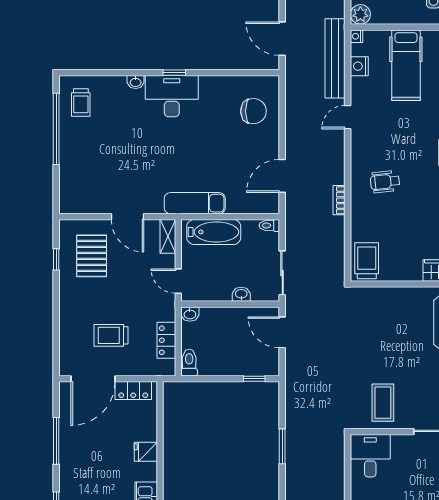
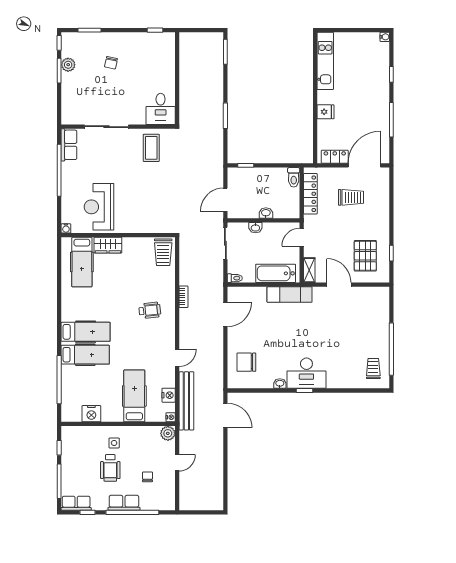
washbasin: (136, 82) -> (280, 384), moved
door: (178, 281) -> (302, 237), swing flipped
washbasin: (190, 314) -> (266, 213), moved
door: (282, 332) -> (225, 200), swing flipped
locker: (166, 340) -> (310, 194), width x1.53

